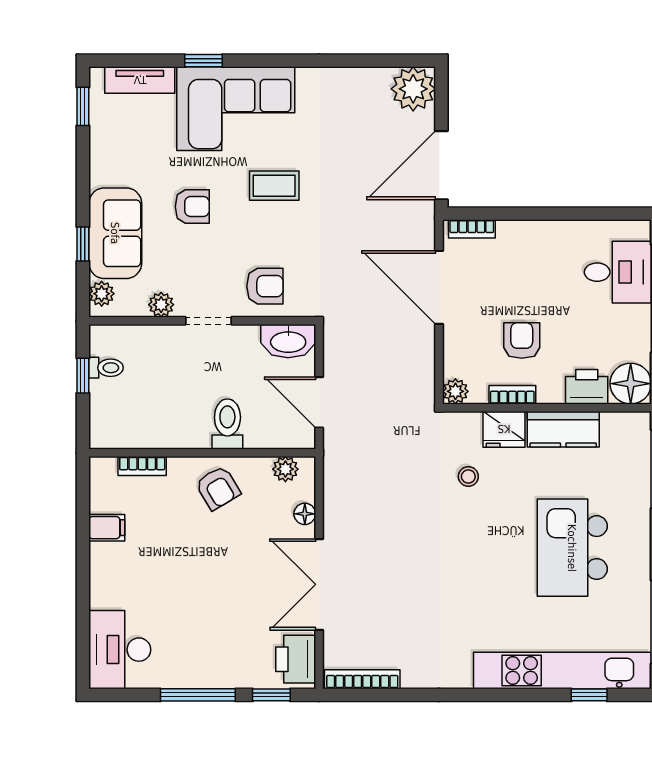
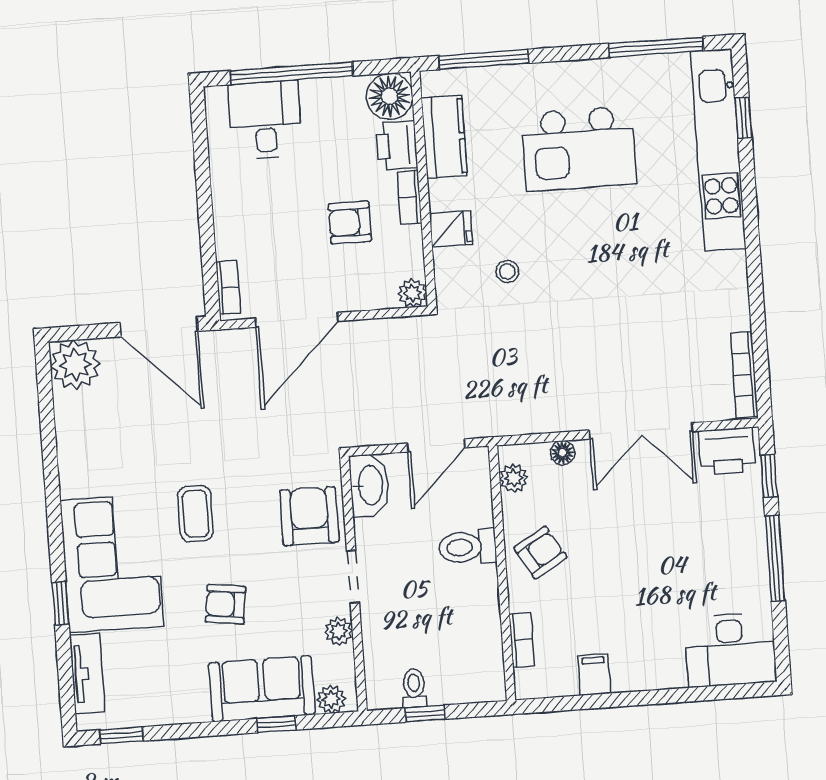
armchair: (192, 206) -> (226, 604), turned -83
armchair: (265, 286) -> (309, 516), width x1.38, depth x1.38
bookcase: (512, 395) -> (410, 197), moved
fridge: (504, 429) -> (451, 229), width x0.72
kitchen counter: (563, 429) -> (444, 137), moved

